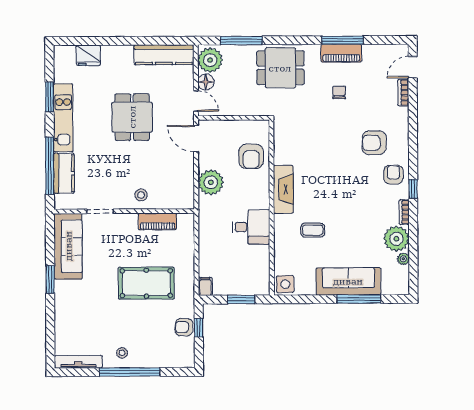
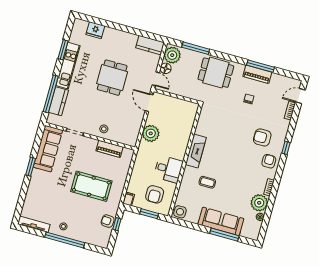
kitchen counter: (164, 55) -> (150, 45), width x0.67
armchair: (251, 156) -> (155, 194), moved
window: (413, 189) -> (286, 148), moved

